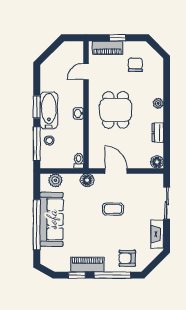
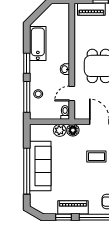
door: (86, 71) -> (72, 94), moved
bathtub: (49, 110) -> (38, 44), moved
plant: (55, 180) -> (60, 130), moved

